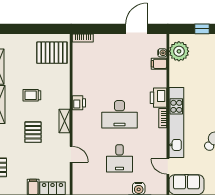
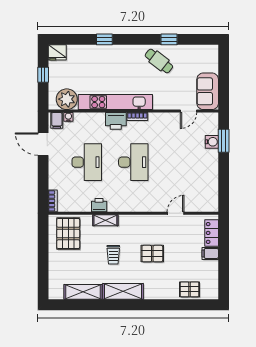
filing cabinet: (159, 64) -> (57, 120), moved
printer: (79, 103) -> (99, 205), moved
shelving: (65, 121) -> (105, 220), moved
kitchen unit: (176, 122) -> (115, 102), moved
desk: (119, 158) -> (87, 162), moved, width x1.37

